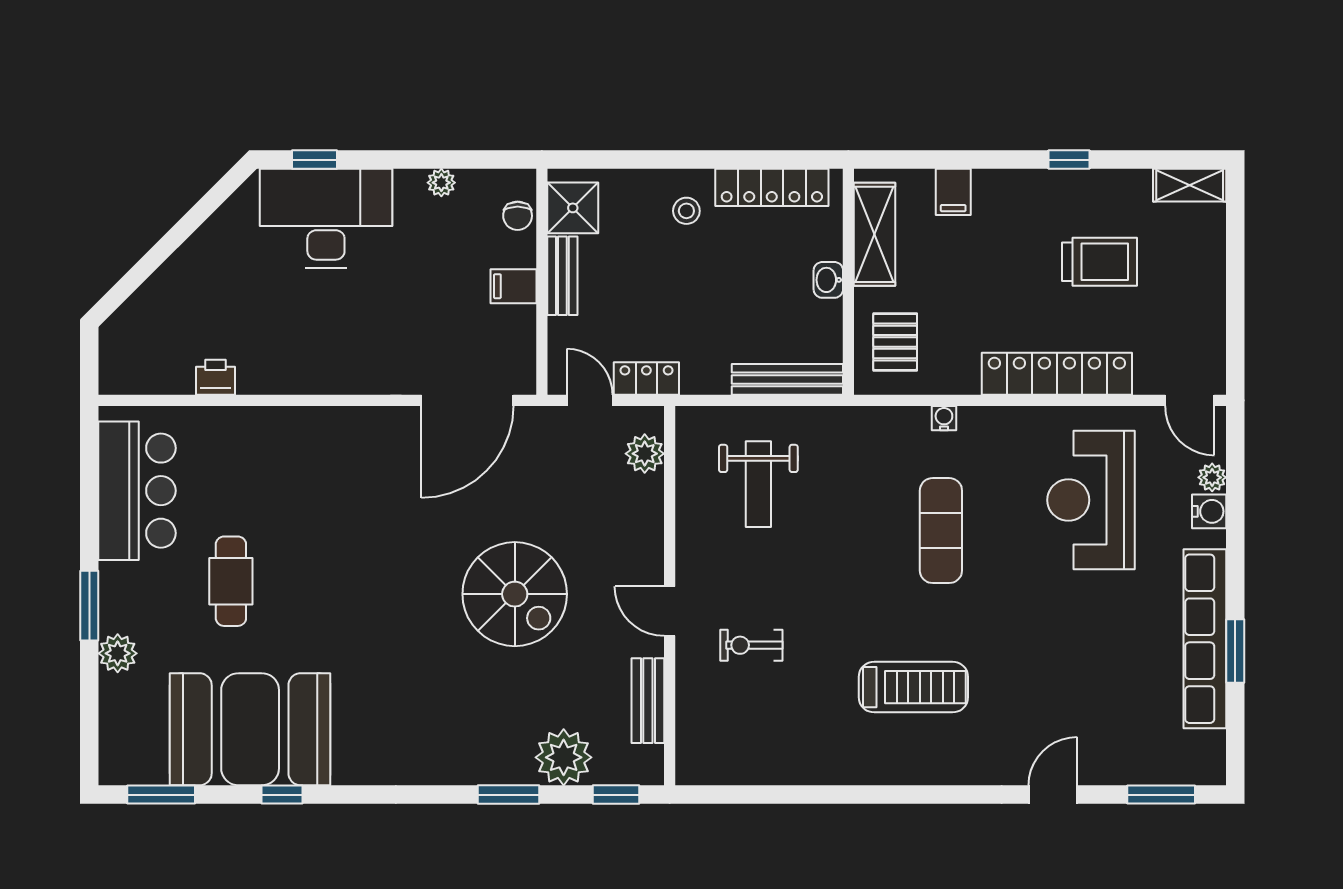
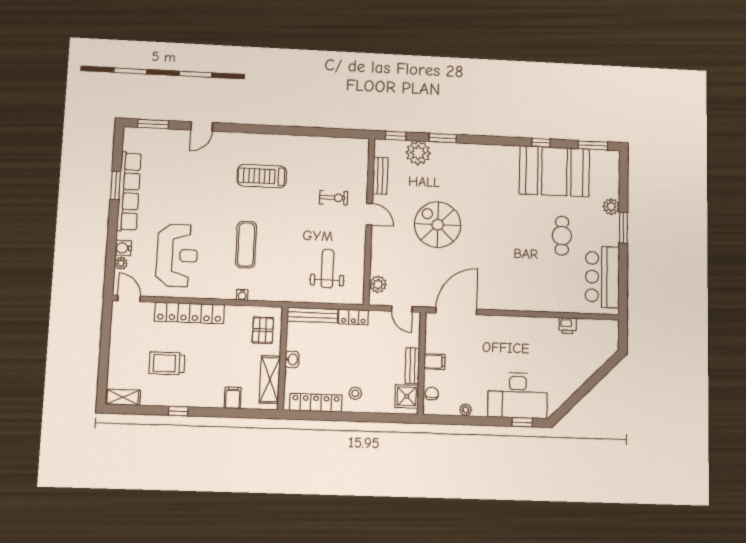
locker: (646, 379) -> (353, 317), moved

